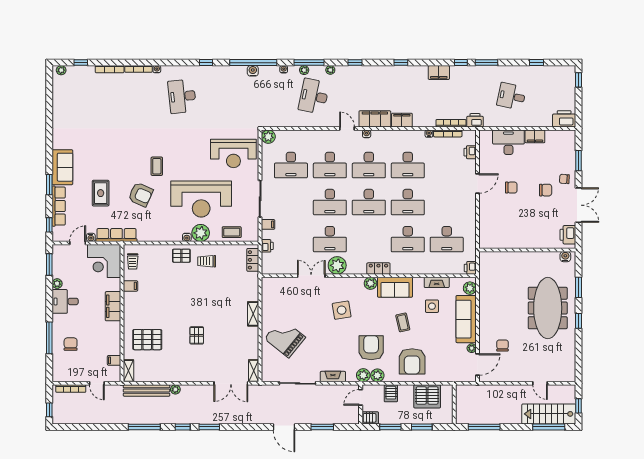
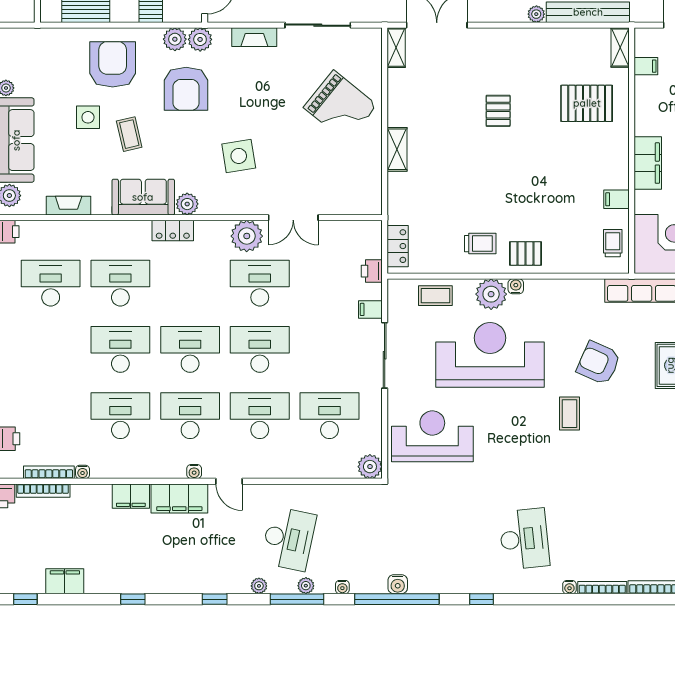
side table: (432, 306) -> (88, 117), moved

